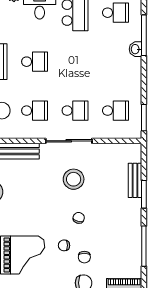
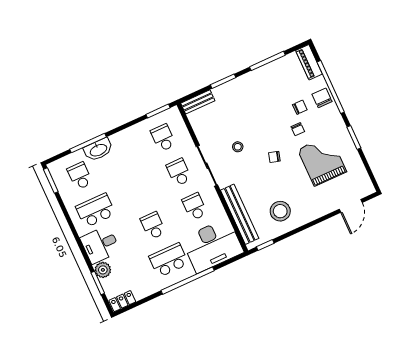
washbasin: (135, 49) -> (98, 150), width x1.91, depth x1.45
stool: (74, 179) -> (238, 147), width x0.53, depth x0.53
bench: (135, 180) -> (198, 102), moved
chair: (79, 218) -> (274, 157), moved

